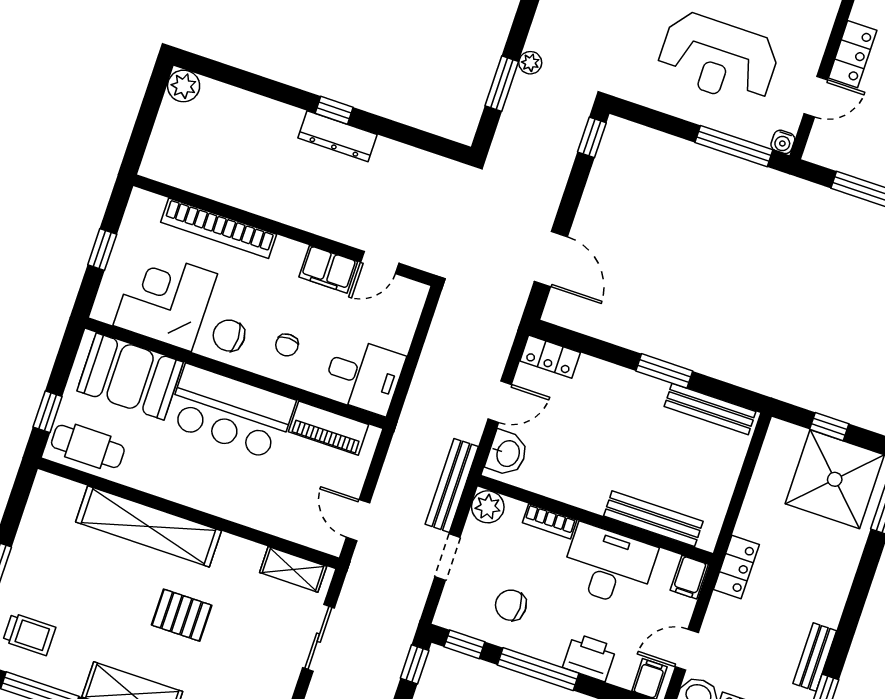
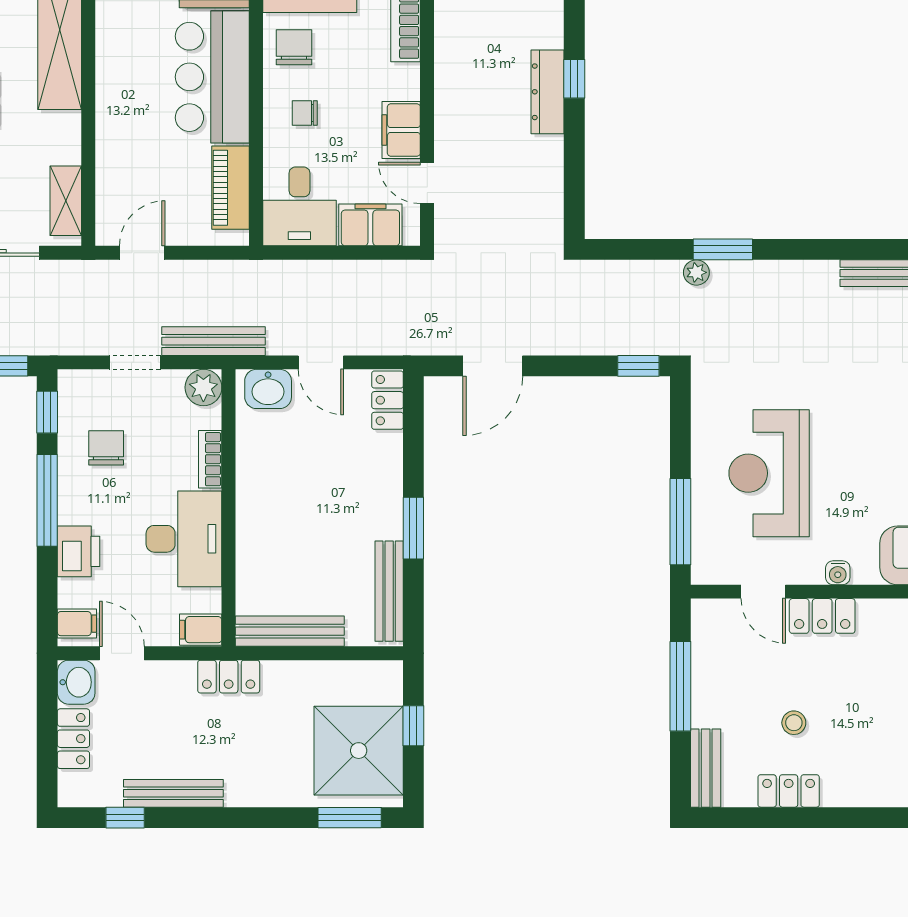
window: (502, 84) -> (723, 249), moved
water cooler: (783, 142) -> (838, 573), moved, turned -90
filing cabinet: (399, 322) -> (370, 225), added
bench: (653, 519) -> (290, 631), moved, turned 90
bench: (815, 657) -> (173, 793), width x1.36

